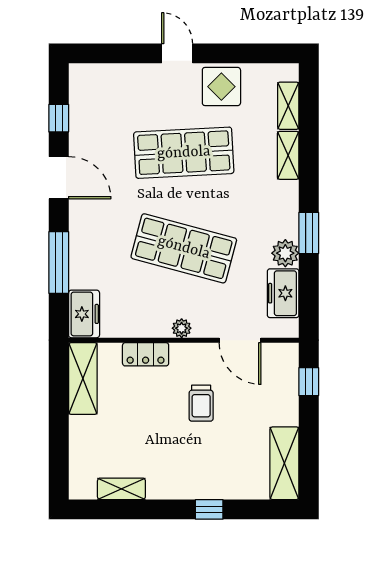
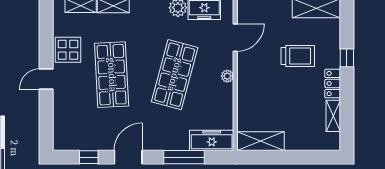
freezer: (84, 314) -> (212, 140), width x1.40
locker: (146, 354) -> (333, 84), moved, turned 180
trolley: (201, 403) -> (298, 56), moved, width x1.36, depth x1.39

